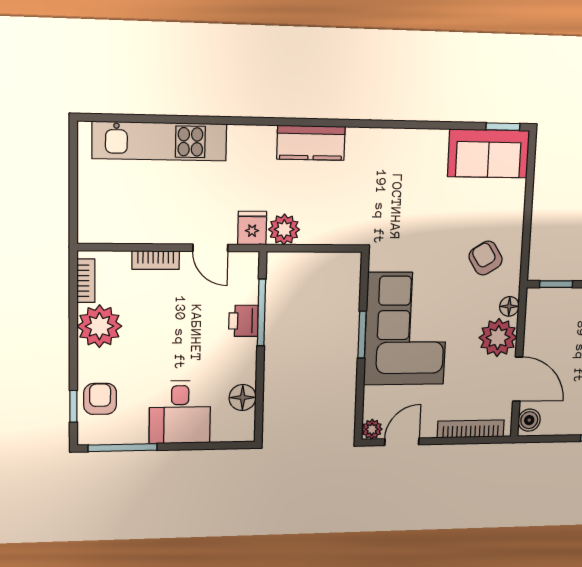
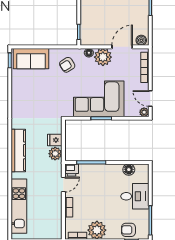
kitchen counter: (311, 143) -> (18, 150), width x1.50
sofa: (489, 154) -> (31, 59), moved, turned 90
fridge: (252, 228) -> (55, 140), moved
printer: (243, 321) -> (72, 170), moved

